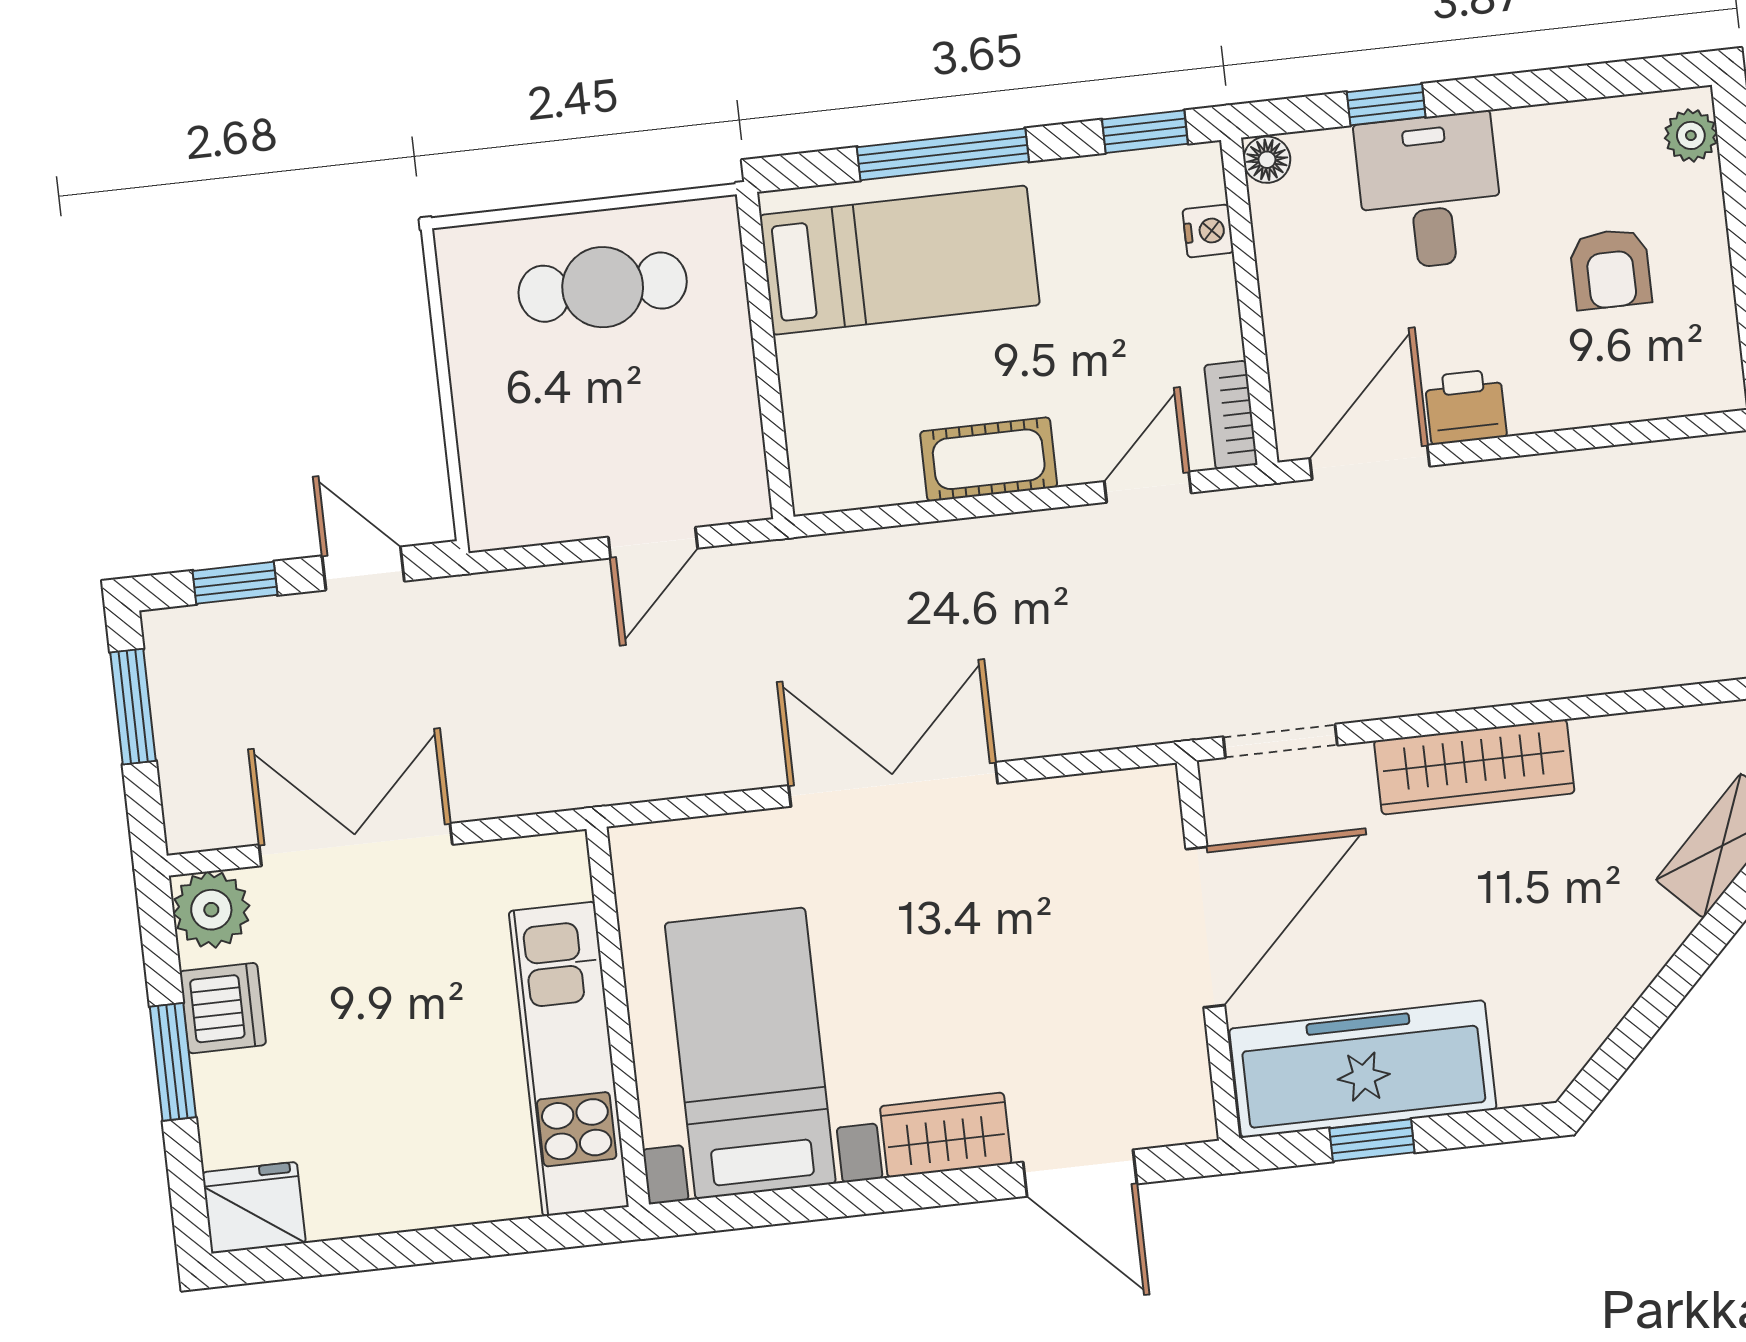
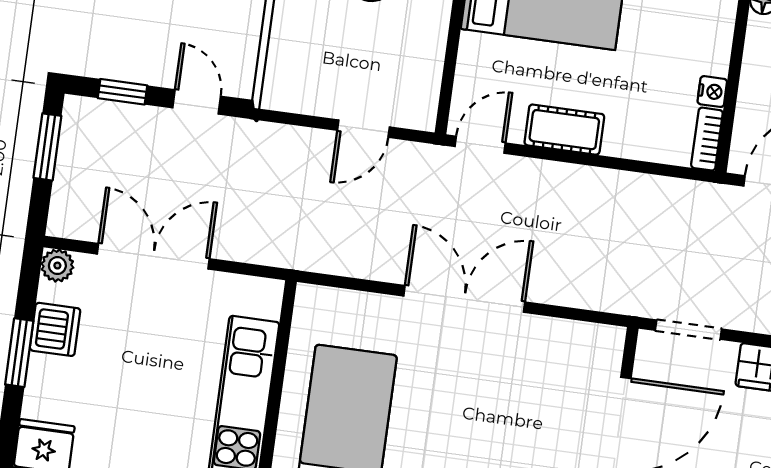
nightstand: (1208, 231) -> (712, 92), moved
door: (1148, 487) -> (480, 145), moved
plant: (211, 910) -> (57, 266), width x0.73, depth x0.73

